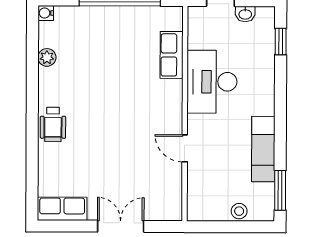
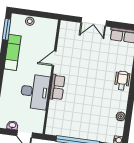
row of seats: (172, 55) -> (57, 87), moved
door: (185, 148) -> (54, 58), swing flipped

